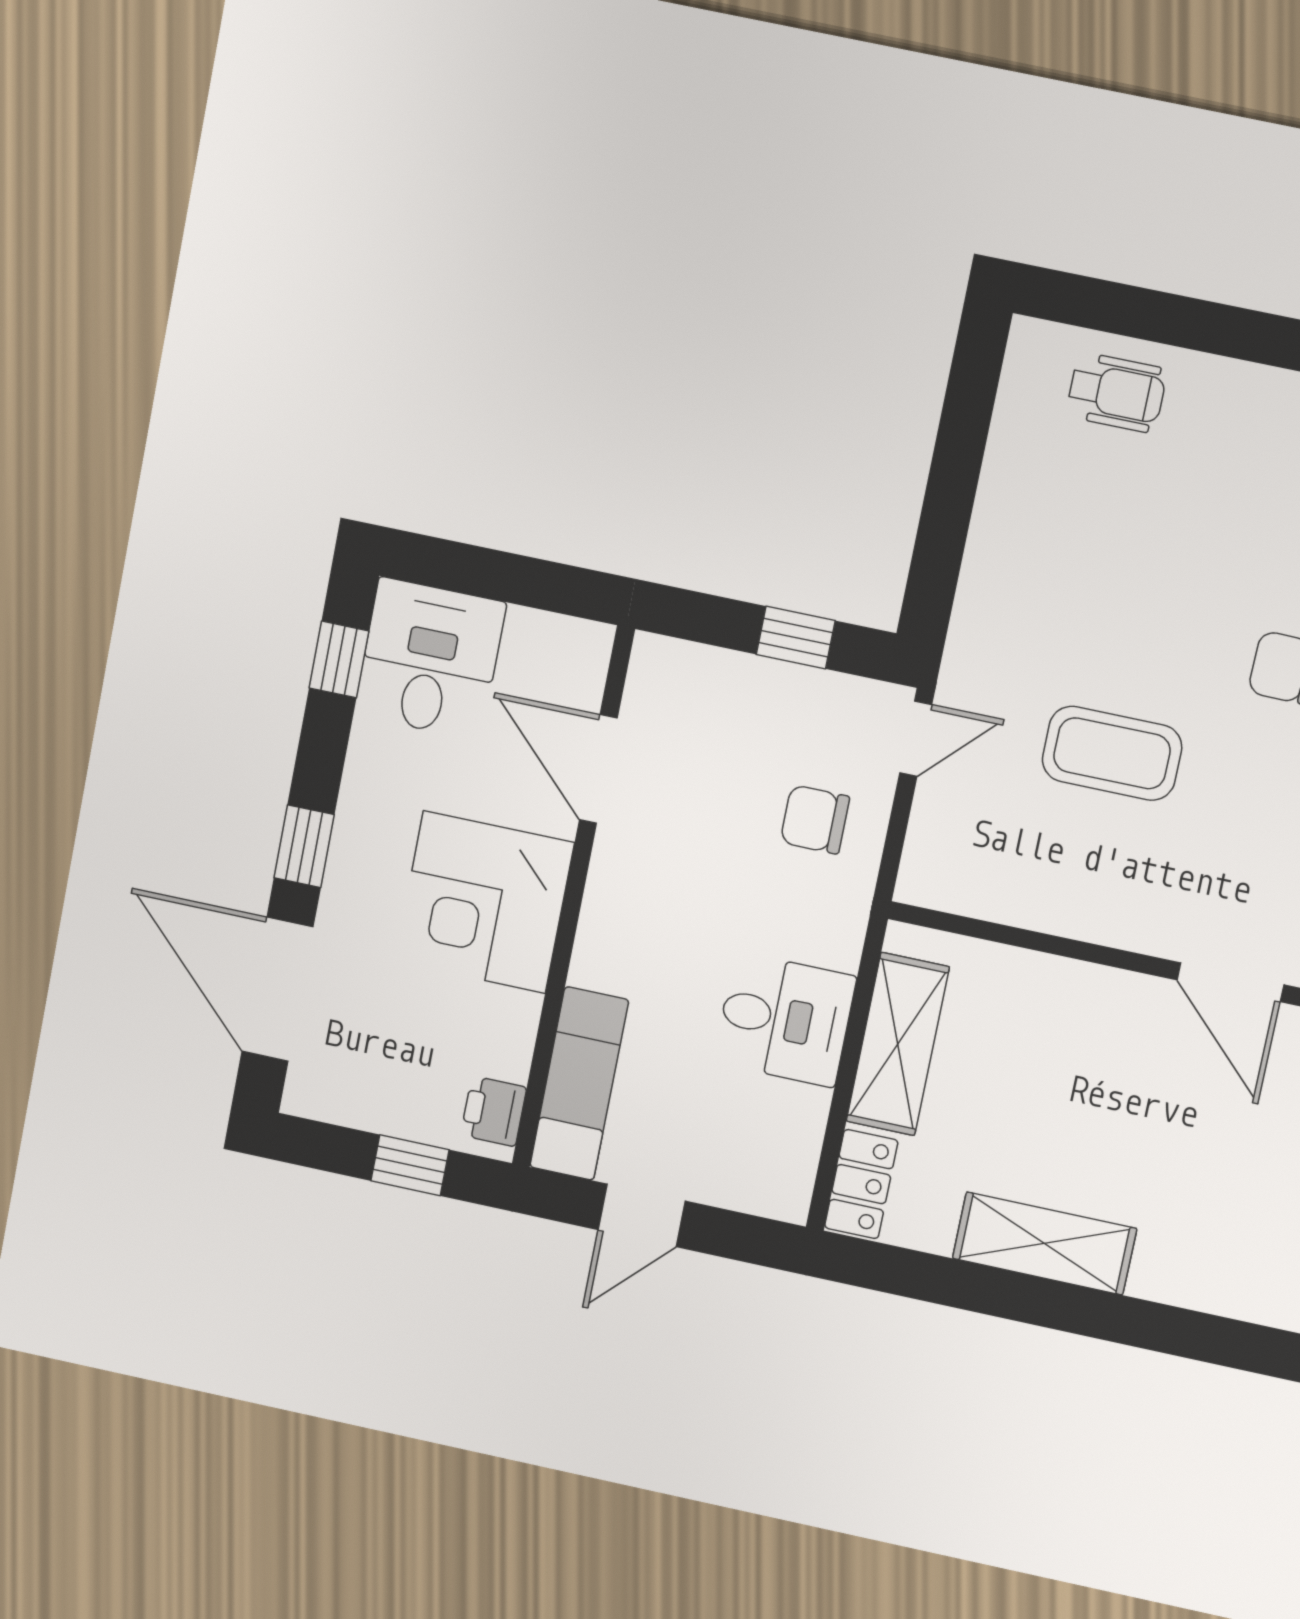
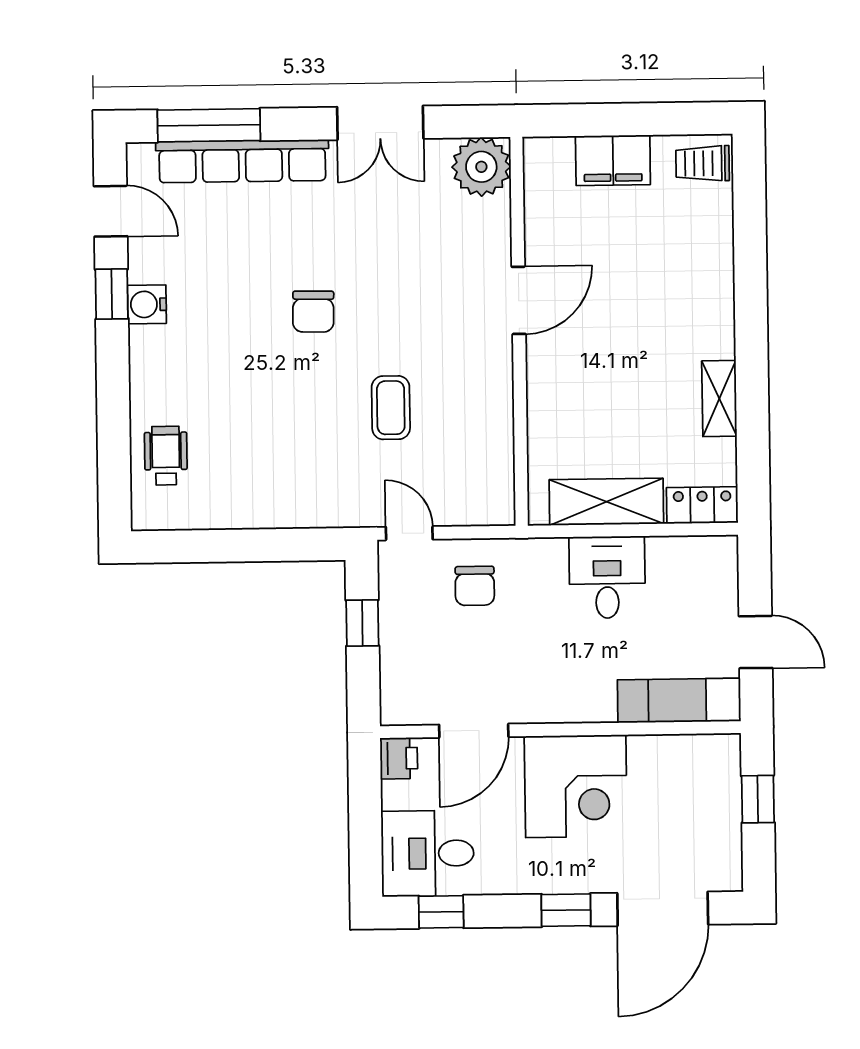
coffee table: (1112, 753) -> (391, 408), width x0.73, depth x0.77
printer: (494, 1111) -> (399, 758), moved, turned -90
shelving: (1045, 1243) -> (719, 399), width x0.67, depth x0.75

